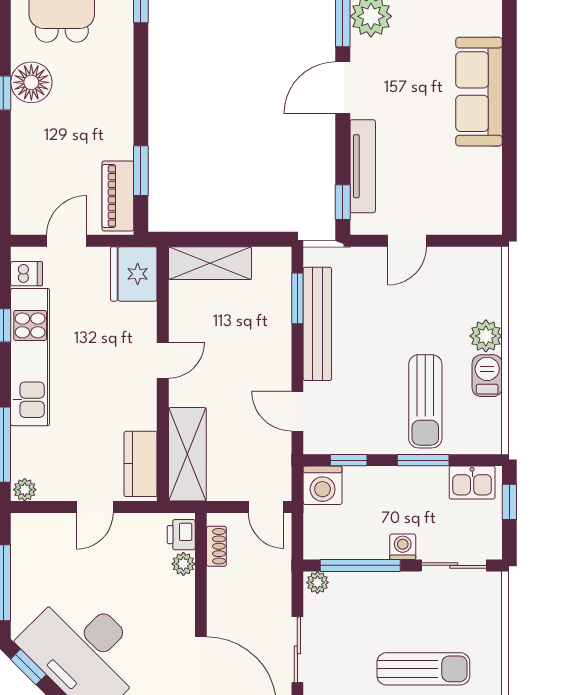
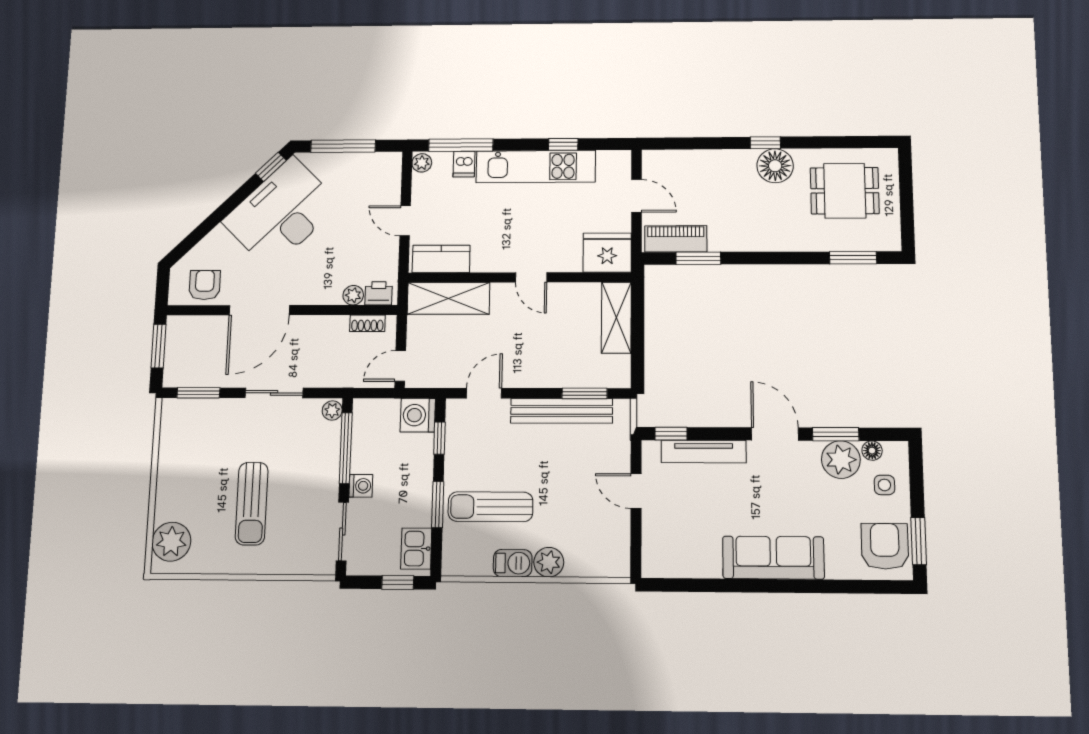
dishwasher: (27, 274) -> (464, 164), moved

